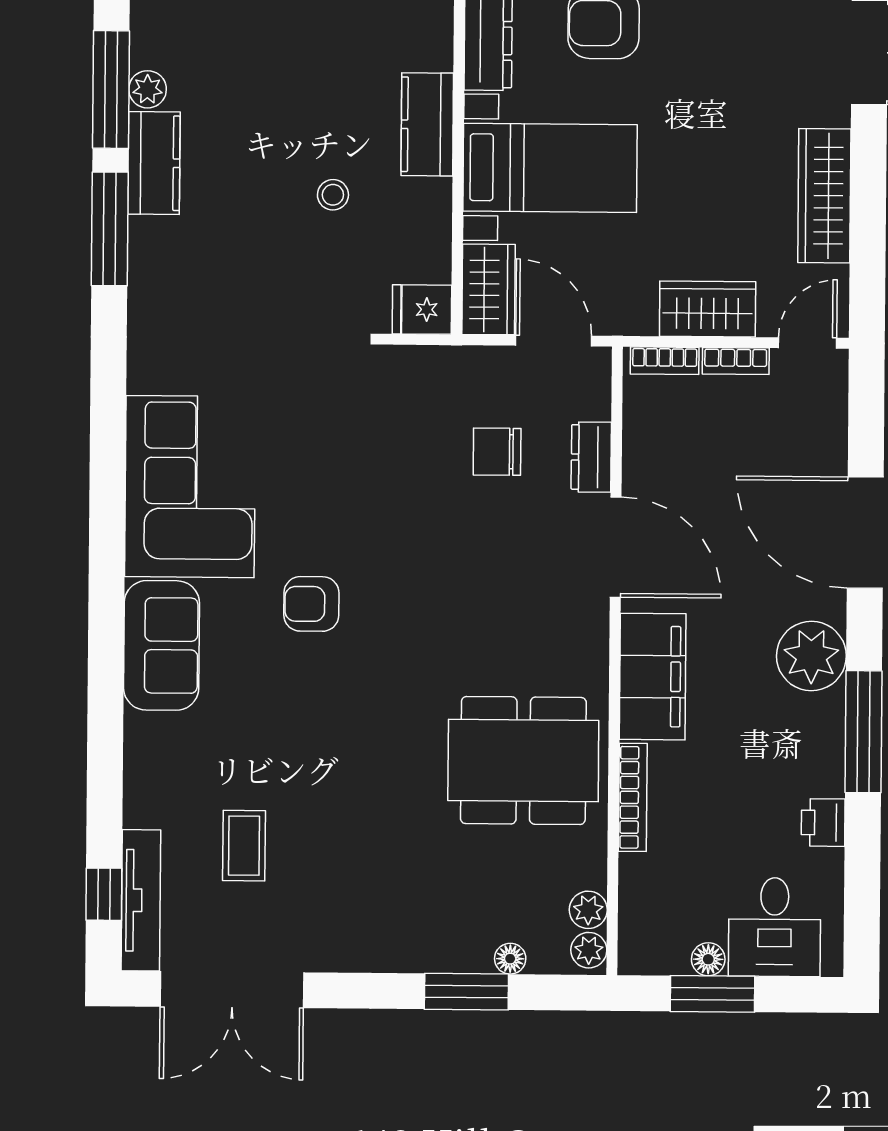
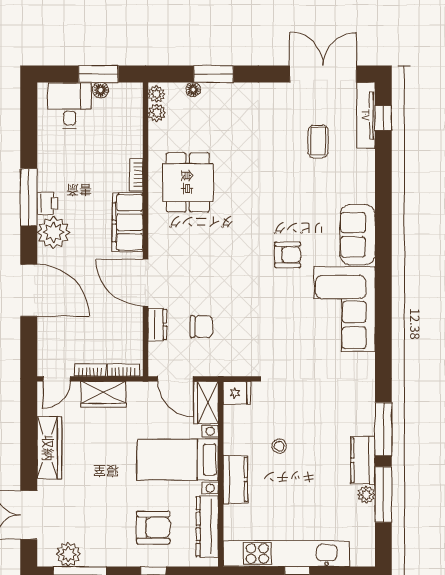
dining table: (523, 761) -> (188, 182), width x0.73
bookcase: (633, 797) -> (136, 175), width x0.64
printer: (823, 823) -> (47, 203), moved

